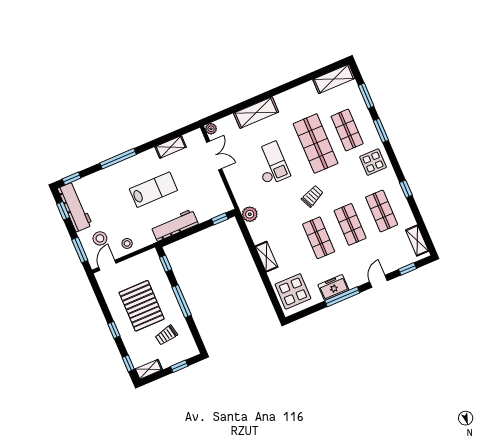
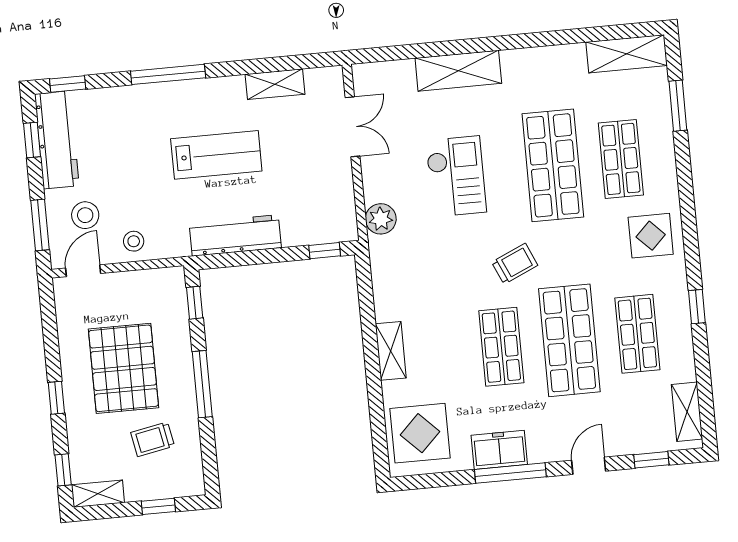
plant: (211, 129) -> (363, 74), removed
window: (381, 131) -> (685, 180), removed
plant: (250, 214) -> (381, 219), moved
shop shelf: (350, 224) -> (569, 340), width x1.43, depth x1.36

